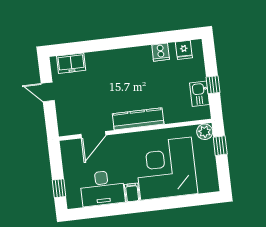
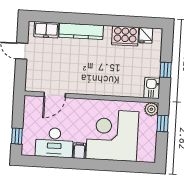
cooker: (161, 52) -> (125, 36), width x1.87, depth x1.31
kitchen sink: (199, 94) -> (152, 88), moved
kitchen counter: (138, 119) -> (81, 31), moved, turned 180

